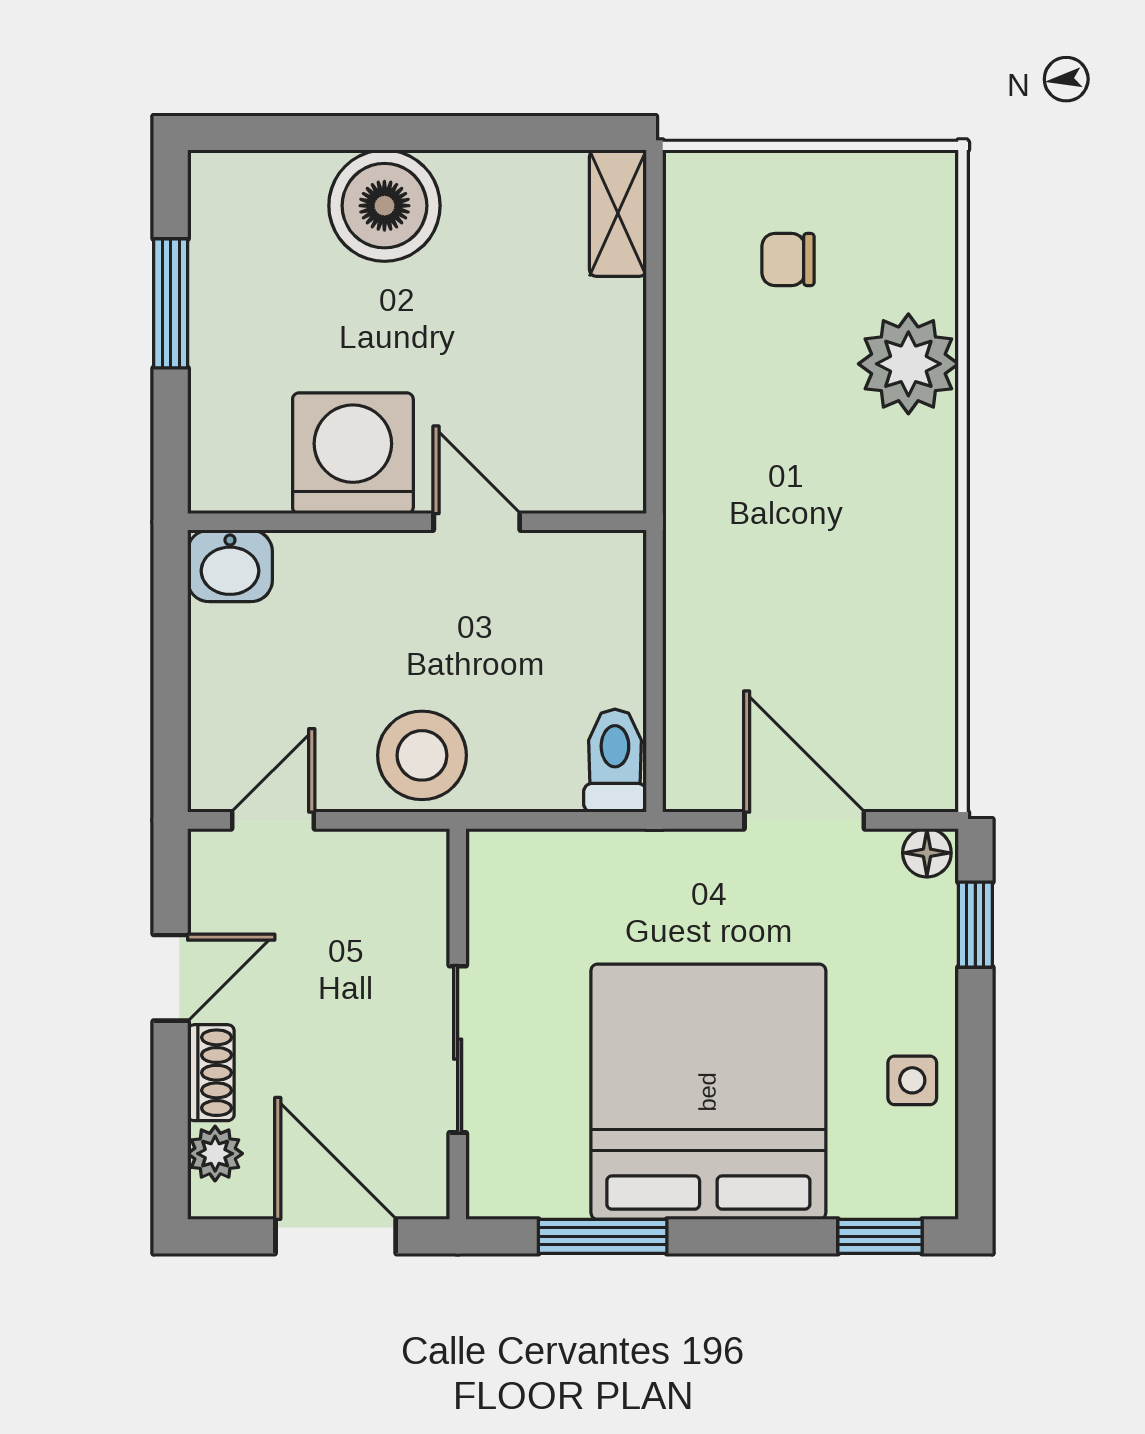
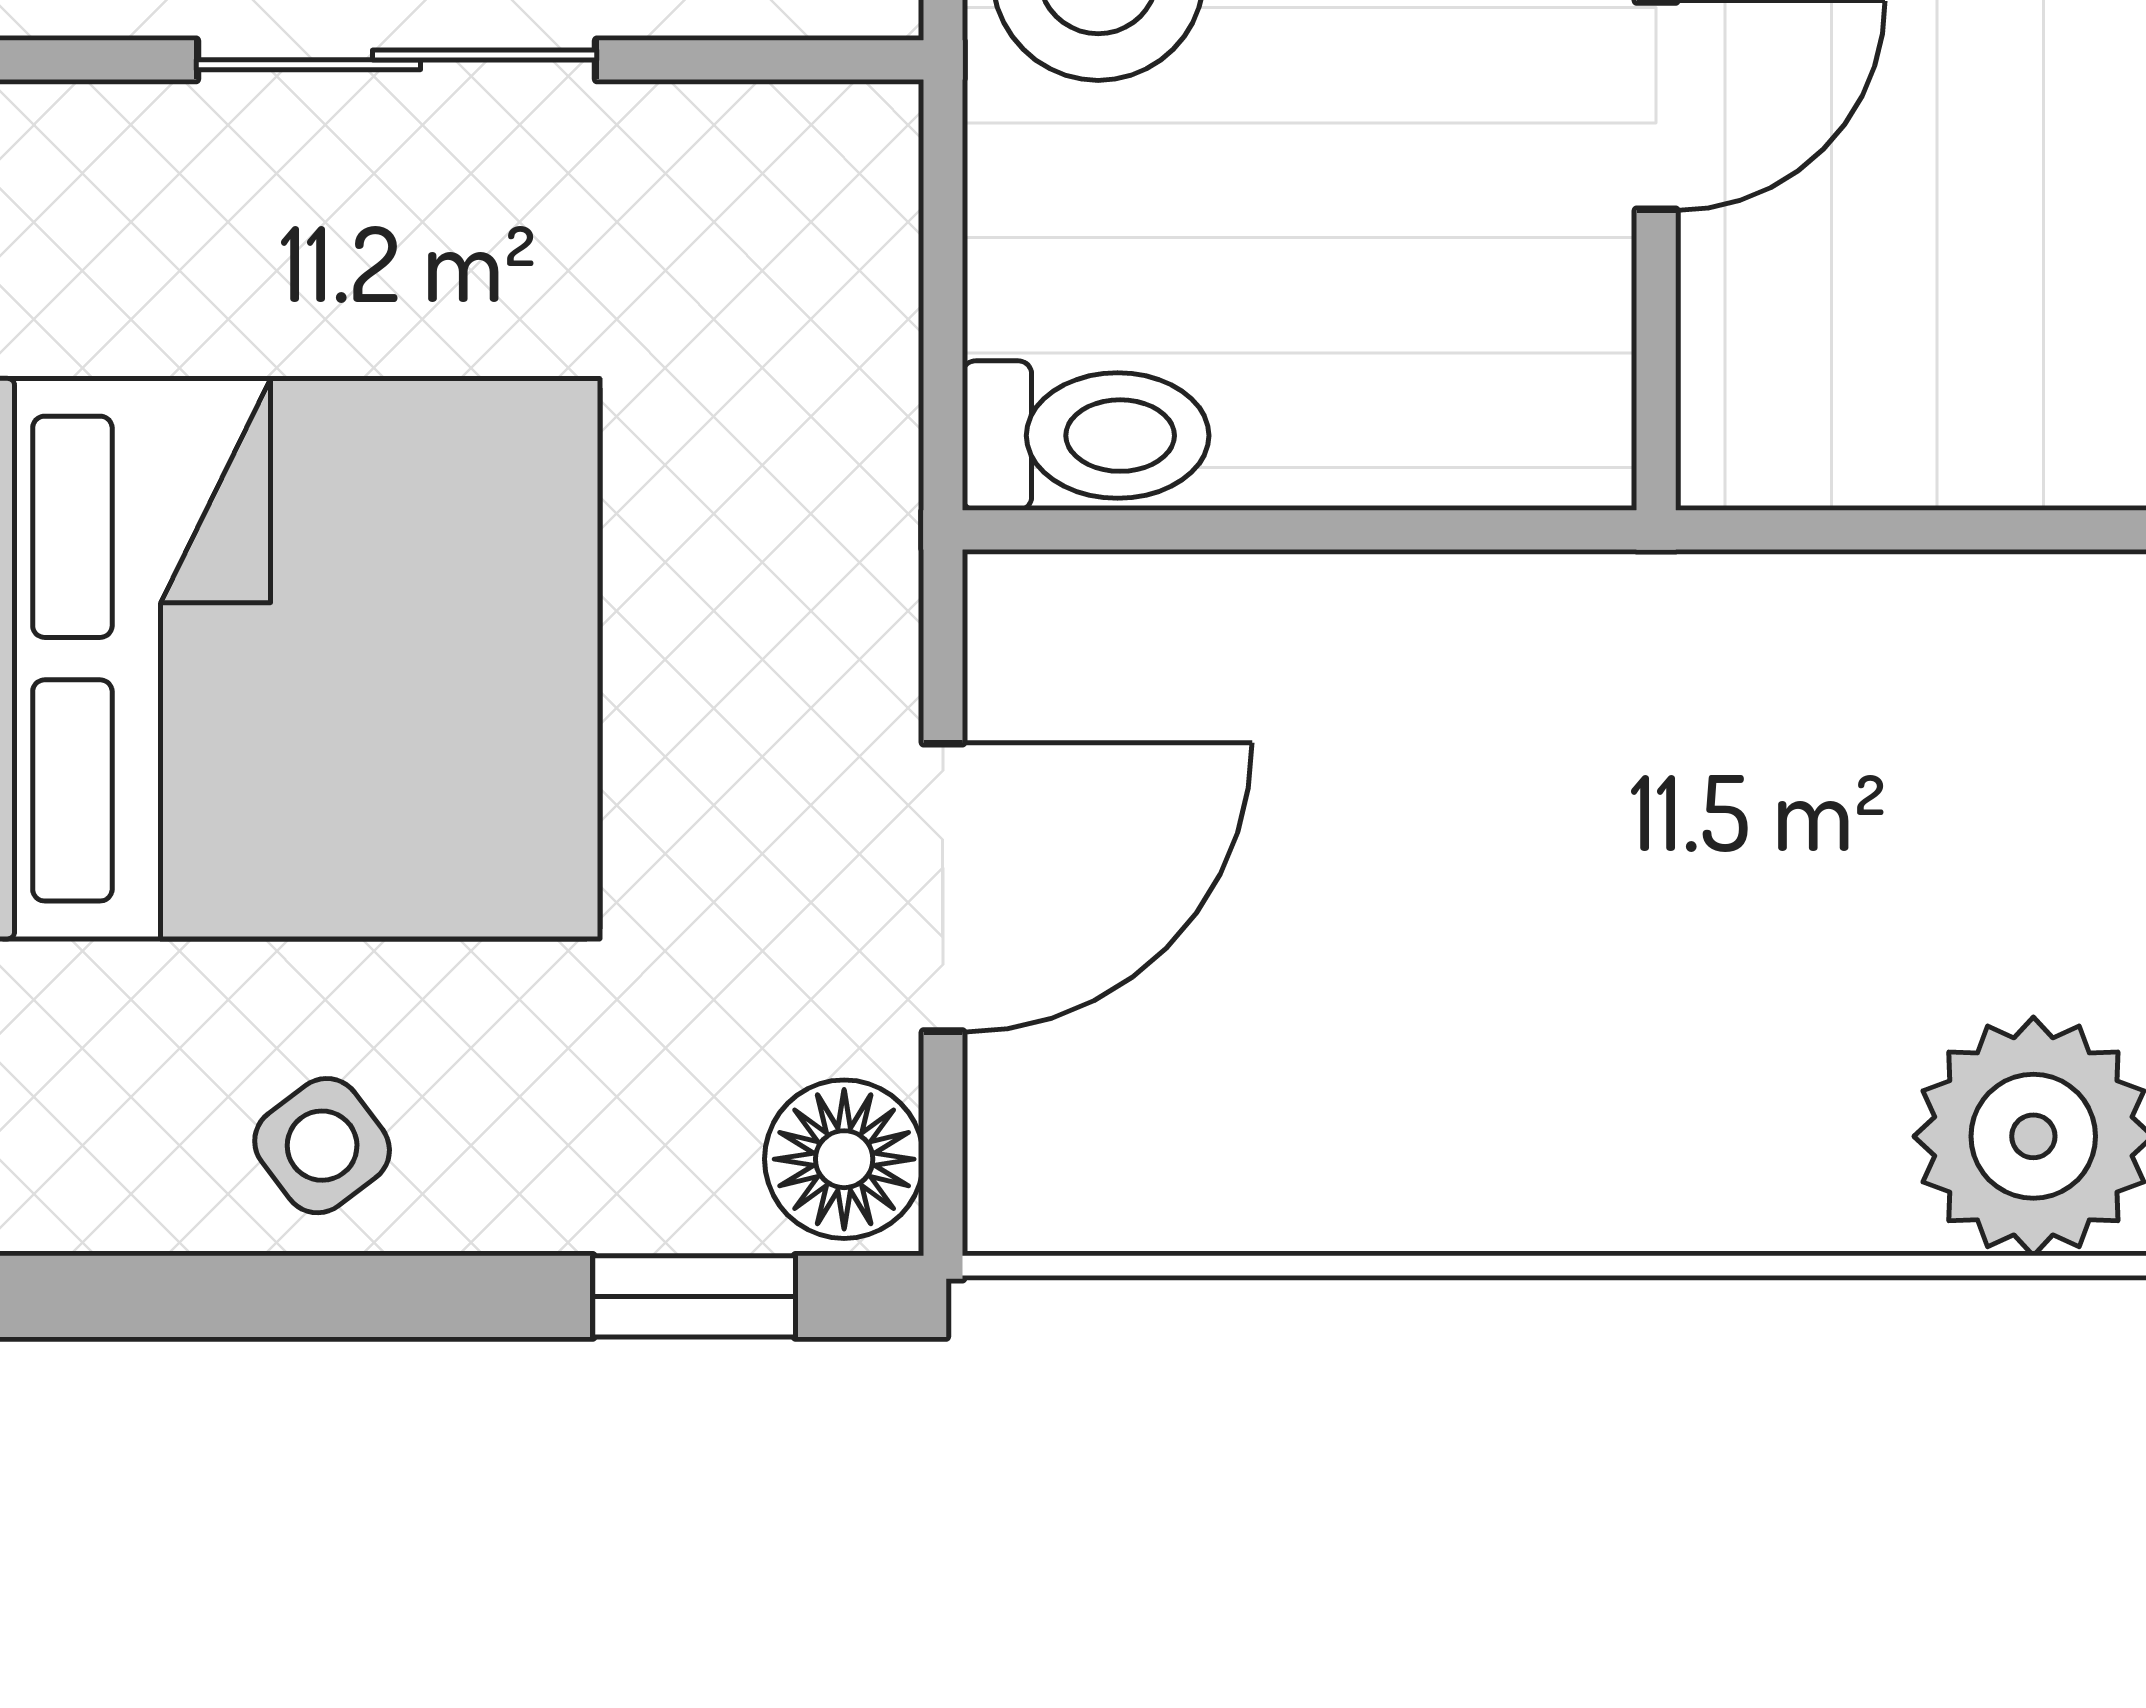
floor lamp: (927, 853) -> (844, 1159), width x1.37, depth x1.37
side table: (912, 1080) -> (322, 1146), turned -37

